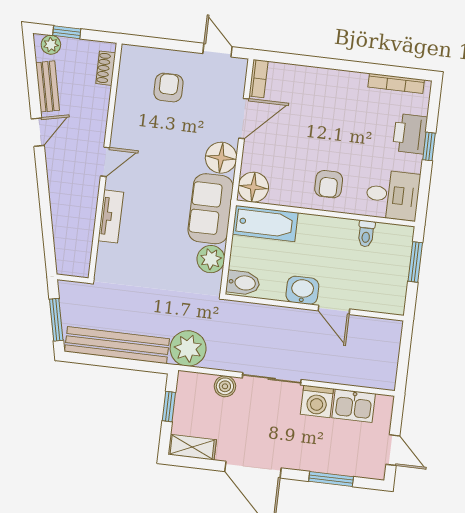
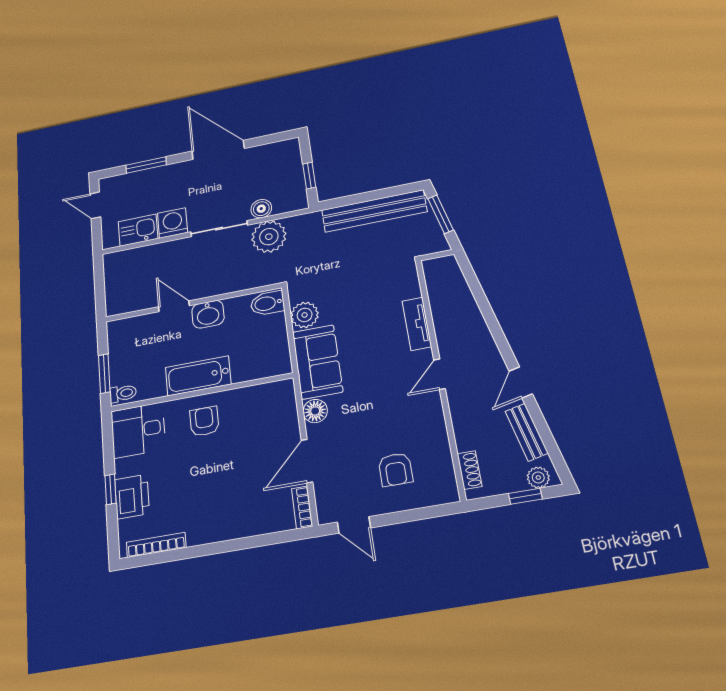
floor lamp: (221, 158) -> (315, 411), width x0.73, depth x0.73
floor lamp: (253, 187) -> (280, 396), removed
bathtub: (265, 223) -> (198, 376), moved
toilet: (366, 234) -> (123, 393), moved, turned 90
plant: (188, 348) -> (269, 237), moved
shelving: (192, 447) -> (278, 150), removed

